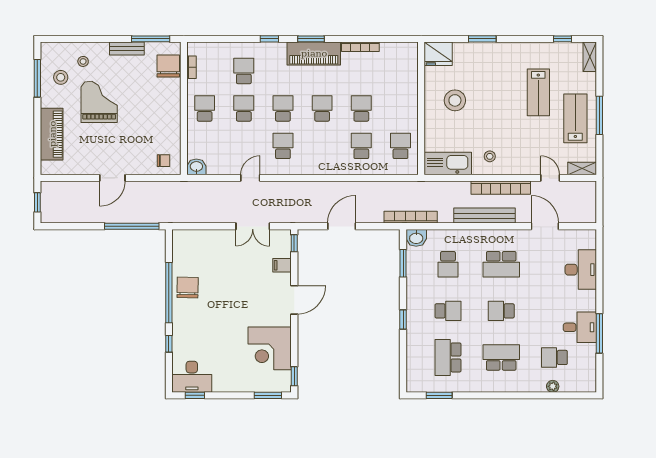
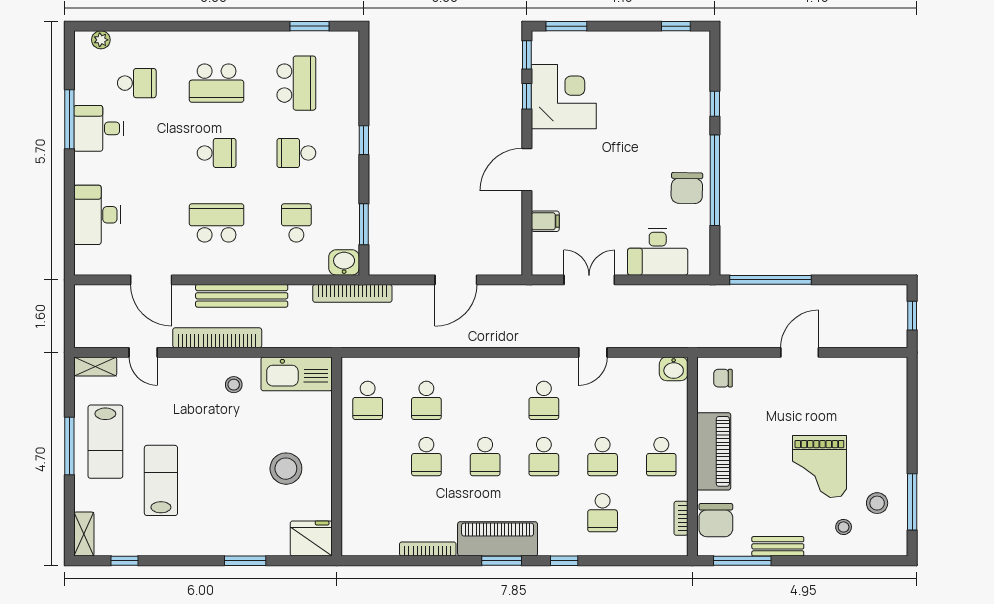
piano: (52, 134) -> (714, 451), moved, turned 180
window: (294, 243) -> (527, 96), moved
desk: (192, 377) -> (658, 252), moved, turned 180
plant: (553, 386) -> (101, 40), moved

